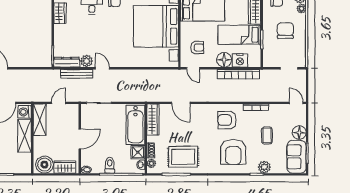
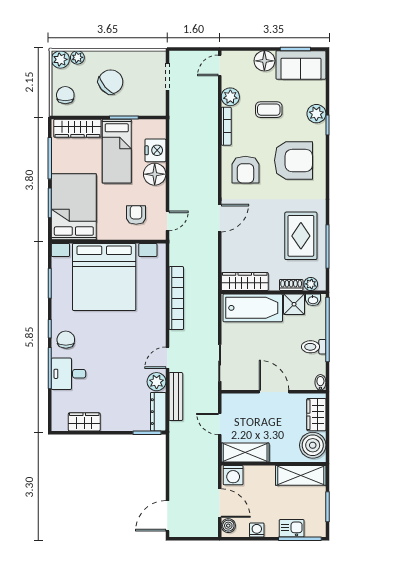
chair: (285, 31) -> (111, 82), turned 139
bookcase: (238, 74) -> (176, 298), moved
door: (181, 103) -> (220, 218), moved
plant: (275, 110) -> (230, 97), added
shelving: (24, 136) -> (301, 475), moved

